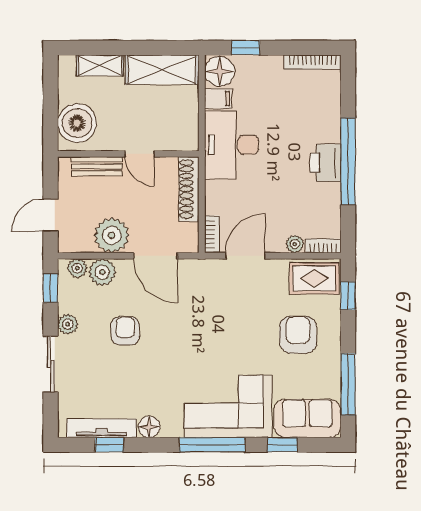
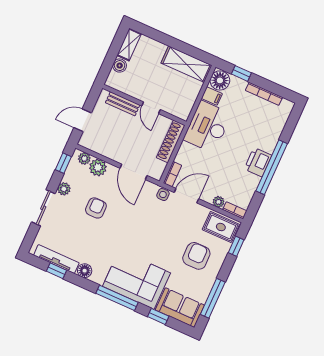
bookcase: (312, 62) -> (264, 94), moved
shelving: (100, 65) -> (129, 45), moved, turned 90
boiler: (77, 123) -> (120, 66), width x0.54, depth x0.54
plant: (112, 235) -> (113, 148), removed
side table: (212, 269) -> (163, 194), added

